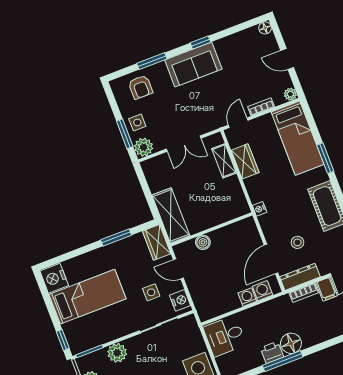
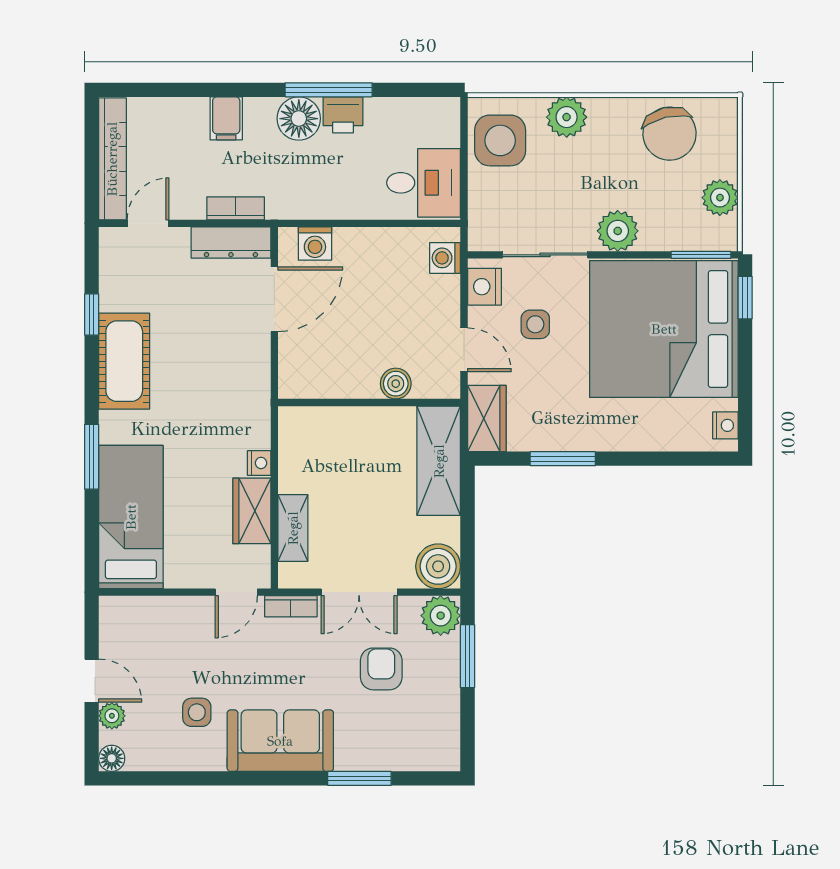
window: (200, 43) -> (250, 778), removed
armchair: (140, 87) -> (381, 669), moved
plant: (290, 94) -> (112, 716), moved
bookcase: (261, 107) -> (291, 606), moved
side table: (137, 122) -> (197, 712), moved
double door: (184, 144) -> (359, 592), swing flipped
boiler: (153, 169) -> (438, 566), added
nightstand: (260, 209) -> (259, 463), moved
stool: (297, 242) -> (210, 312), removed
nightstand: (54, 278) -> (725, 425), width x0.53, depth x0.56
filing cabinet: (327, 289) -> (226, 118), moved, turned 180
bed: (87, 297) -> (664, 329), width x2.04
washing machine: (247, 297) -> (445, 258), moved, turned 90
plant: (117, 353) -> (618, 231), moved

